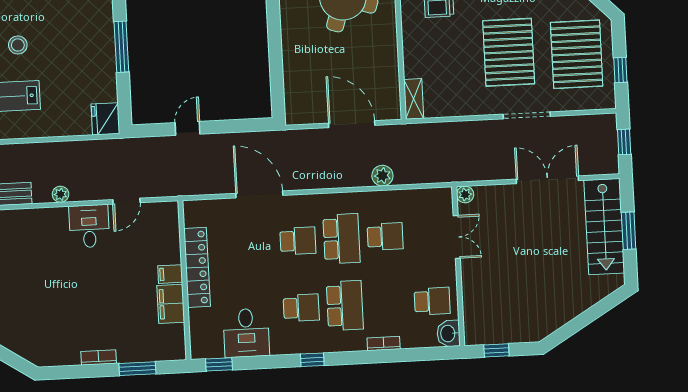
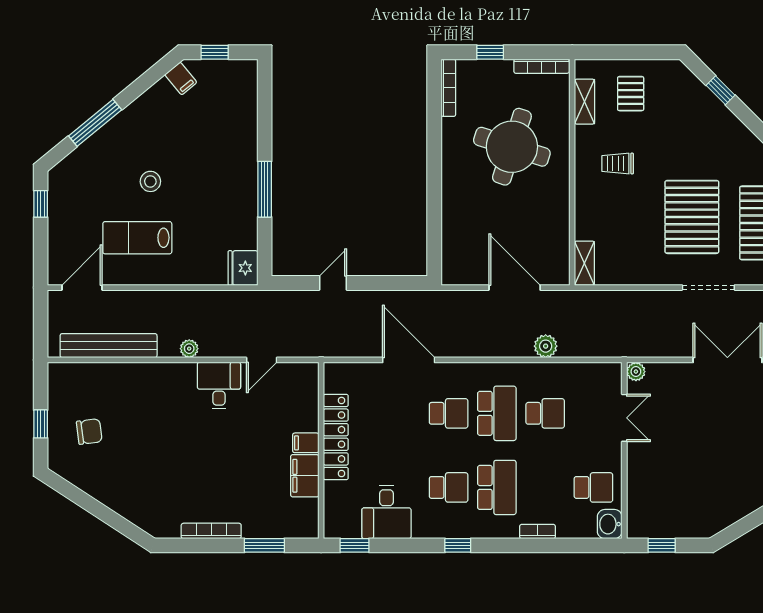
bookcase: (99, 357) -> (211, 531), width x1.56

